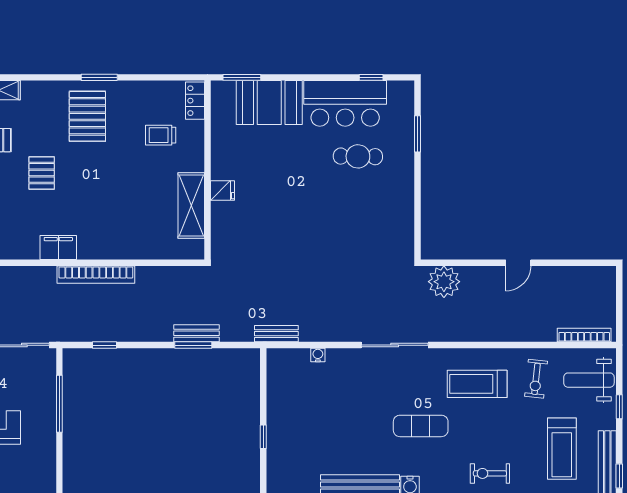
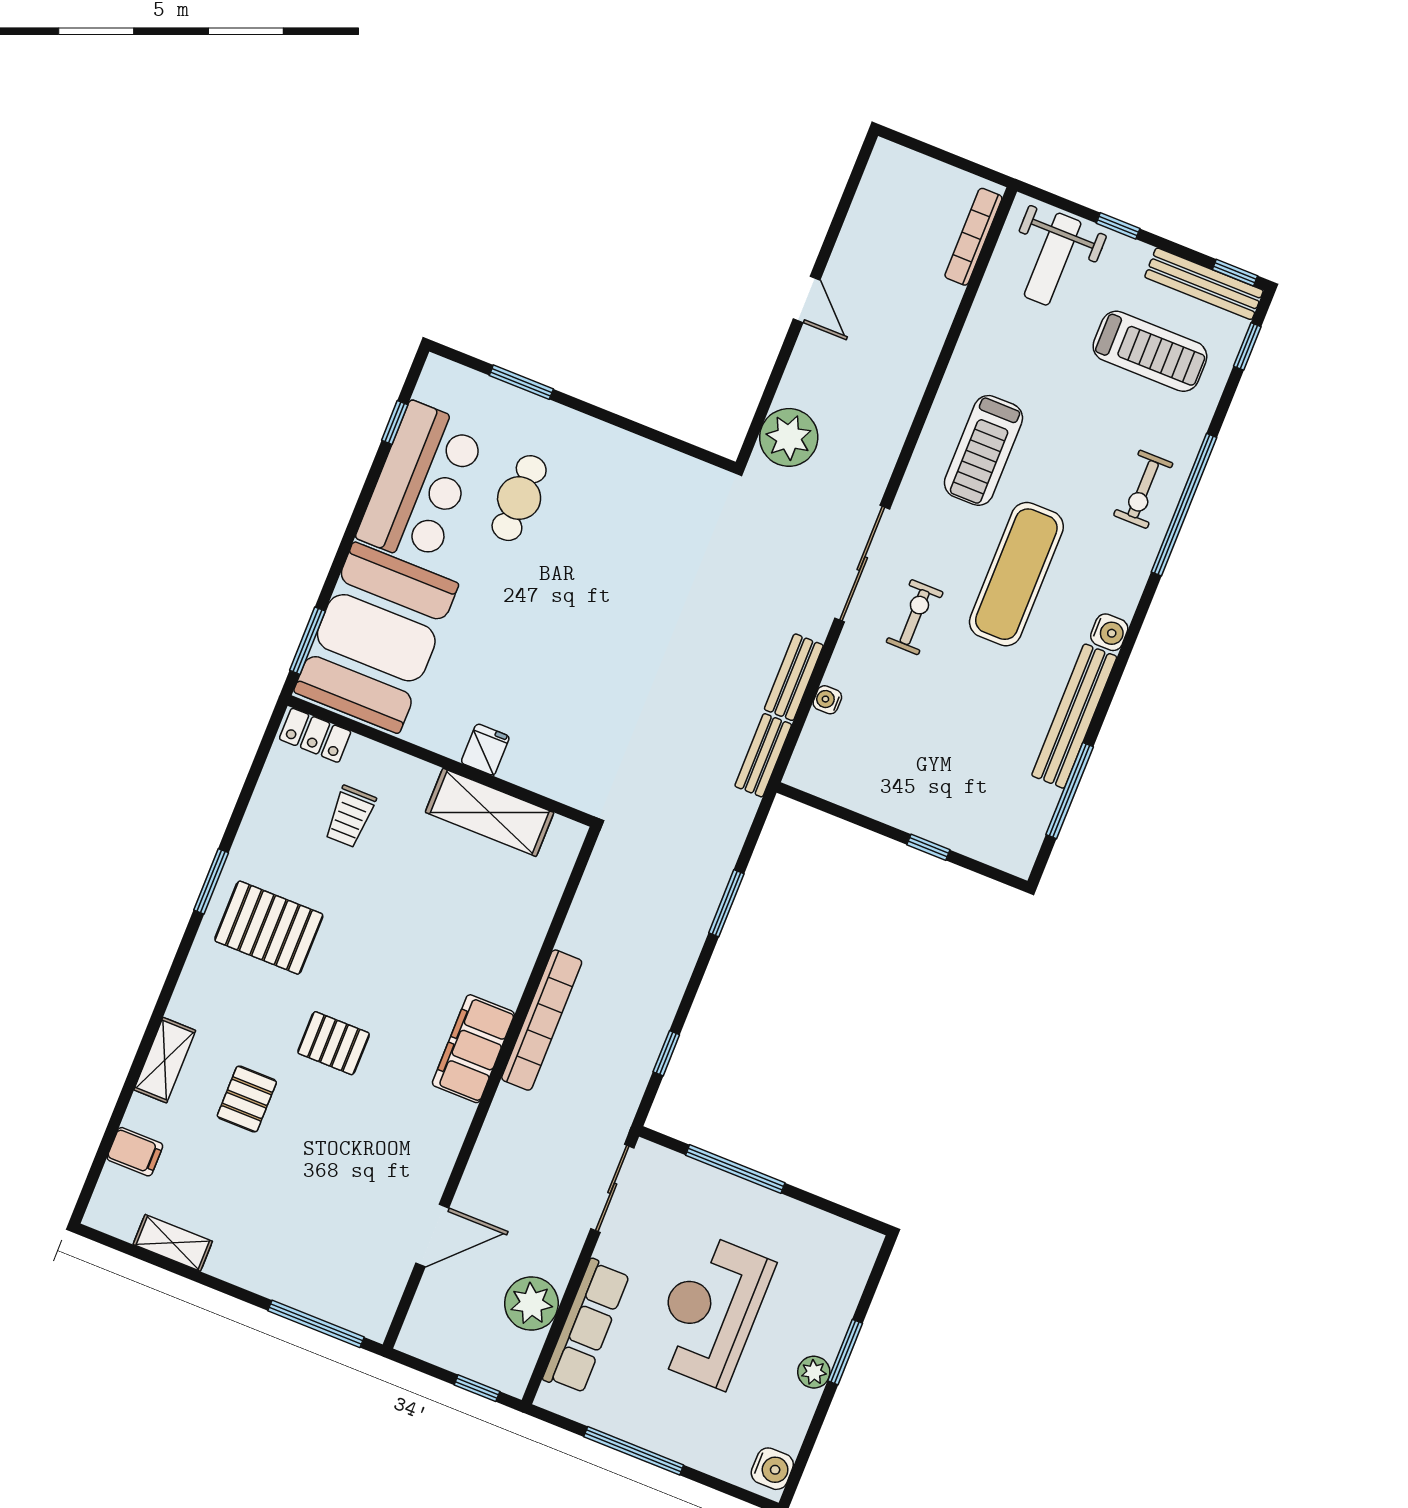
booth: (269, 103) -> (376, 638), width x1.36, depth x1.42
filing cabinet: (58, 248) -> (473, 1049), width x1.50, depth x1.17
bench: (196, 333) -> (794, 677), moved
exercise bike: (536, 379) -> (915, 617), moved, turned -96
exercise mat: (421, 426) -> (1016, 574), width x1.36, depth x1.45

